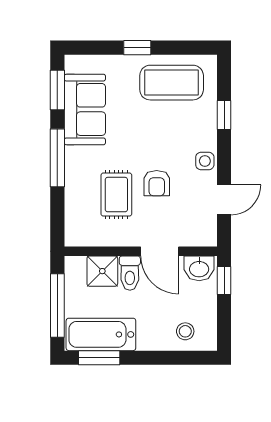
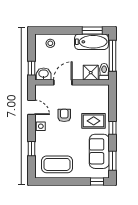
window: (137, 48) -> (97, 181), moved
window: (57, 158) -> (113, 128), width x0.46
rug: (116, 195) -> (94, 121), moved, turned 90
door: (224, 200) -> (31, 107), swing flipped
door: (160, 251) -> (63, 82), hinge flipped
toilet: (130, 273) -> (104, 72), moved

